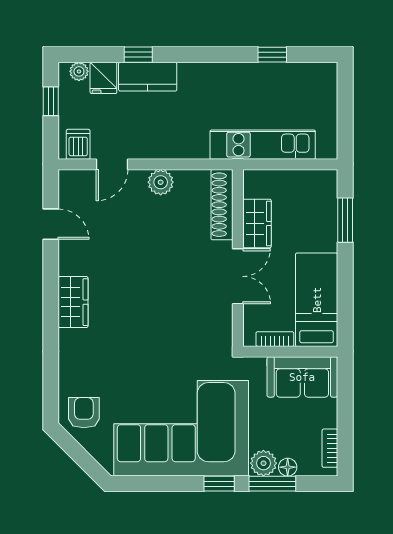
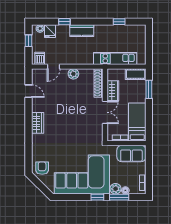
kitchen counter: (148, 77) -> (82, 31), moved
cot: (313, 183) -> (136, 74), added

